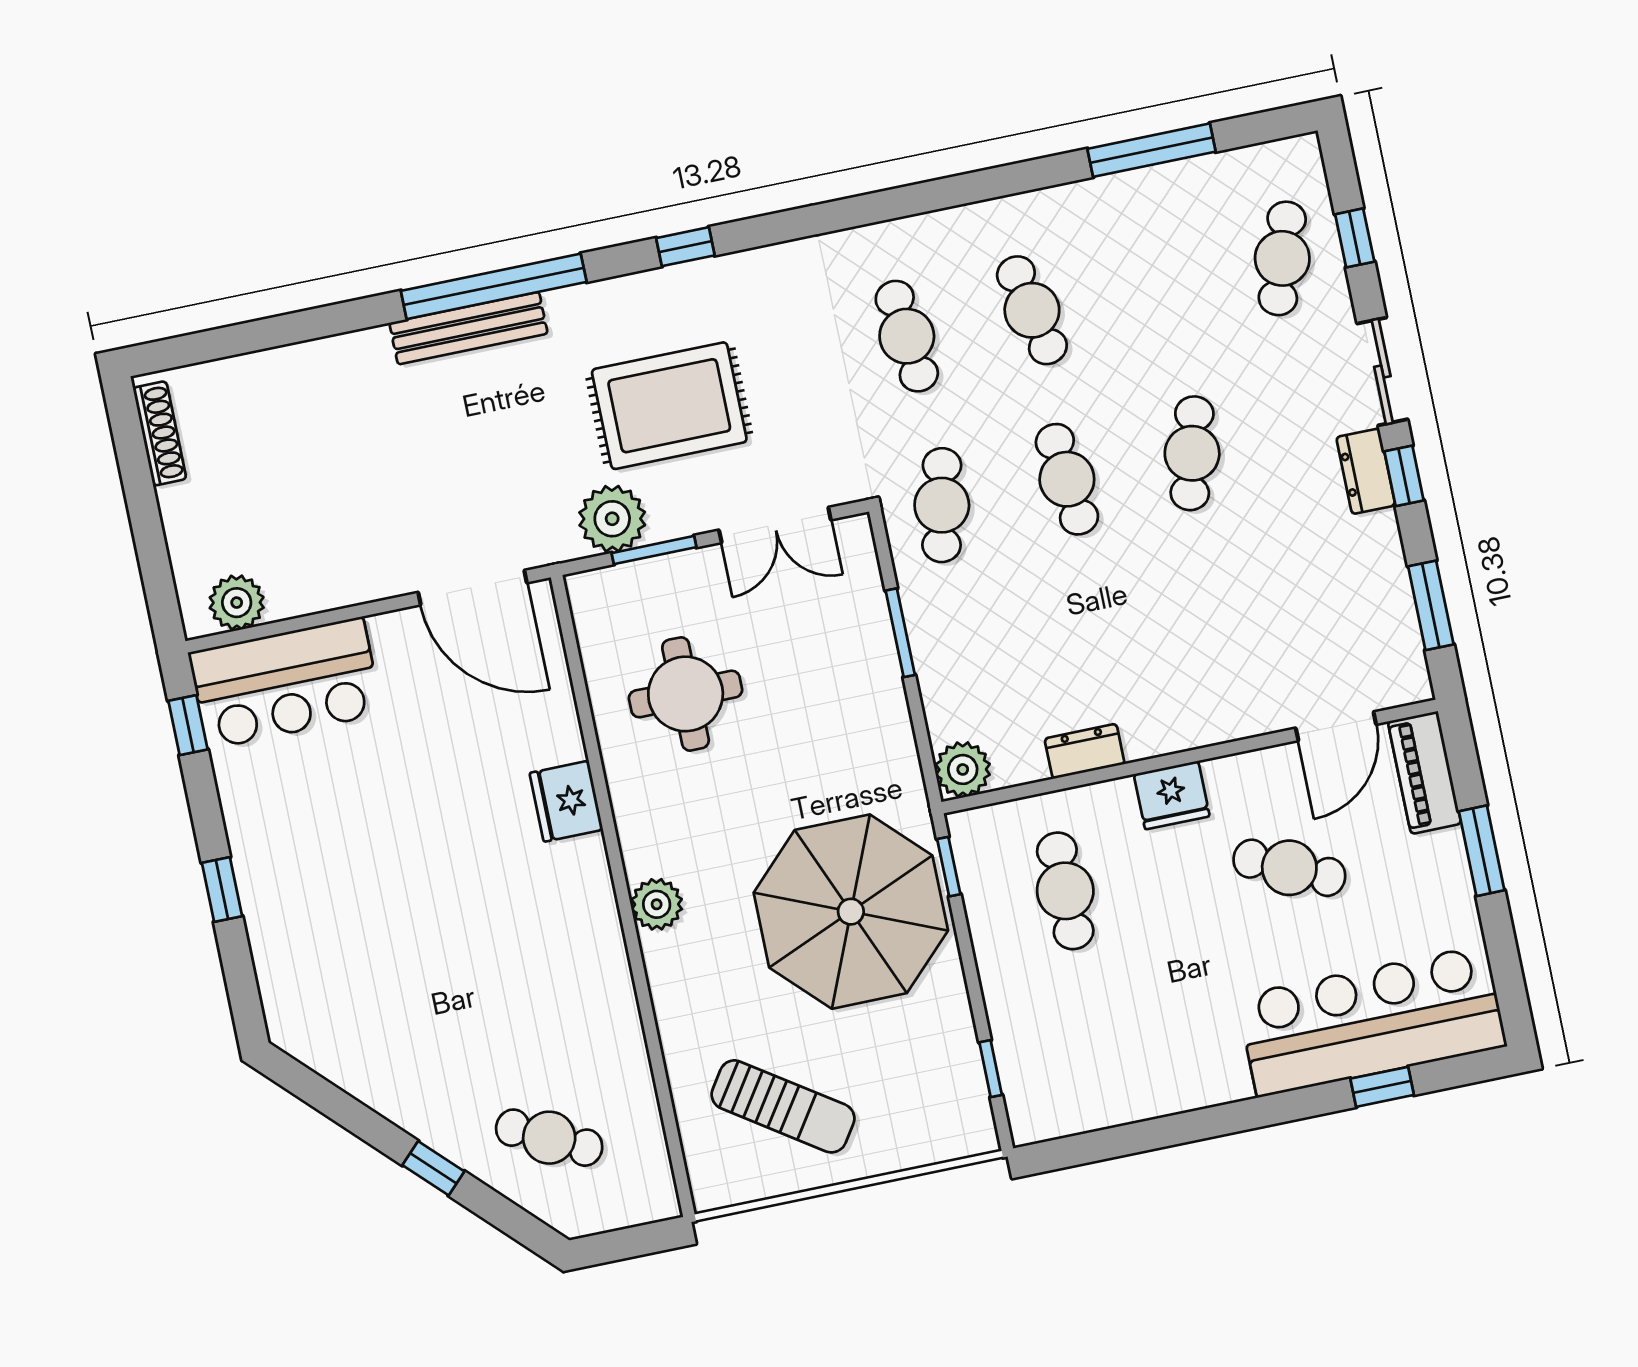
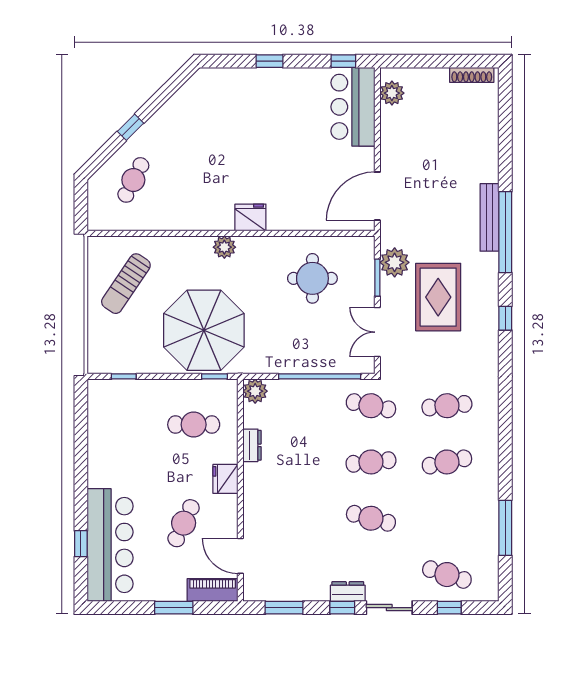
window: (900, 633) -> (320, 376), width x2.11
fridge: (566, 801) -> (250, 217), moved

